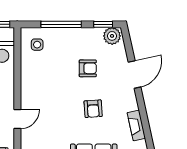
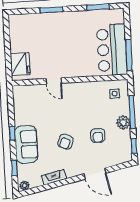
plant: (112, 36) -> (123, 123), moved
armchair: (93, 109) -> (65, 142), turned -63

